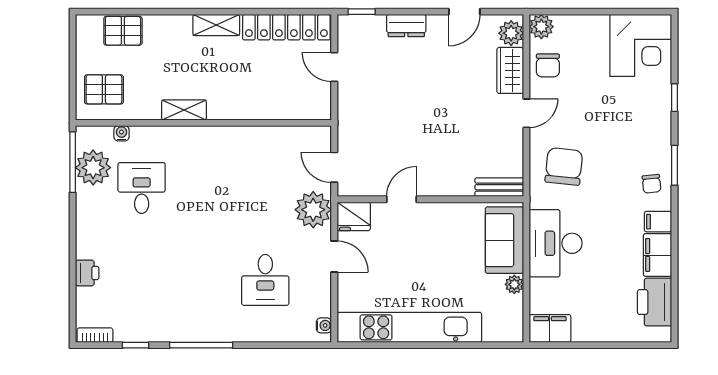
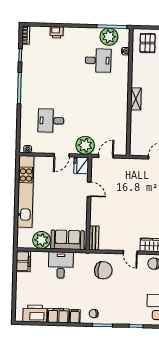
shelving: (184, 110) -> (136, 99), moved
desk: (556, 243) -> (61, 265), width x0.73
plant: (514, 284) -> (42, 240), width x1.87, depth x1.87

